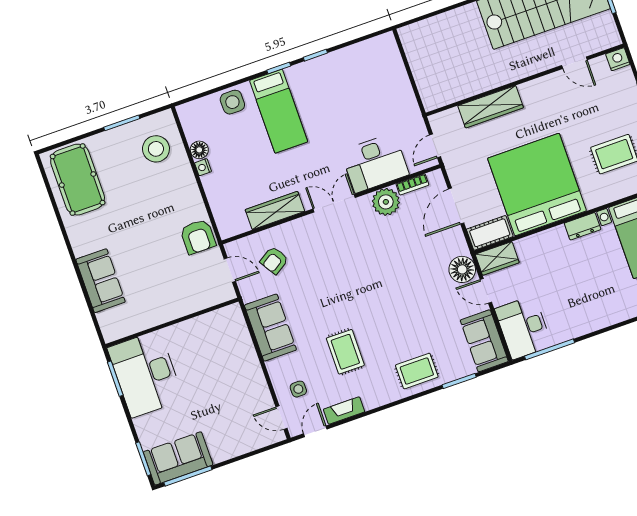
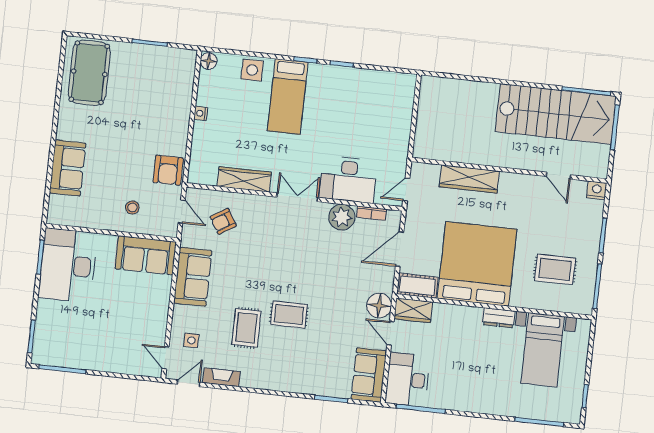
stool: (156, 149) -> (132, 207), moved, width x0.53, depth x0.53
floor lamp: (199, 150) -> (209, 61), moved
rug: (417, 371) -> (289, 315), moved
sofa: (178, 458) -> (146, 255), moved, turned 180

